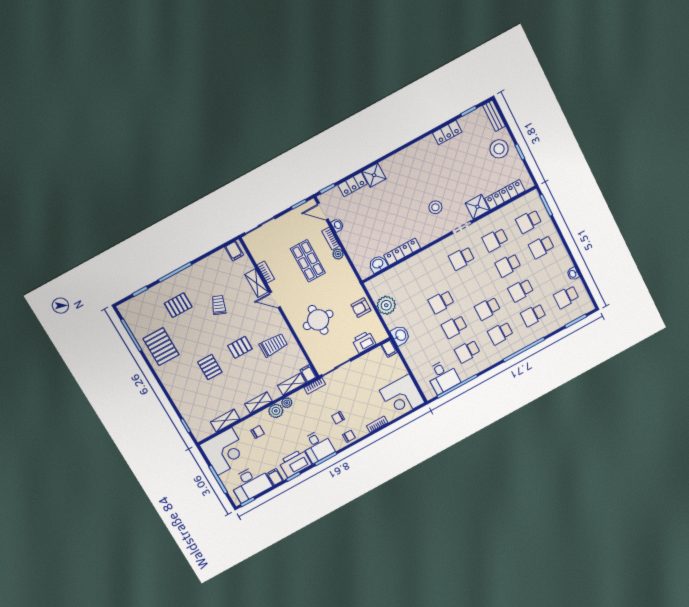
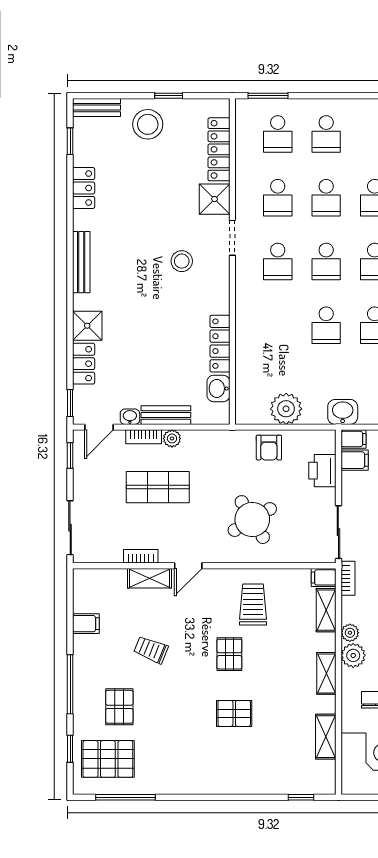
bench: (407, 153) -> (81, 262), added
bench: (349, 244) -> (166, 415), added
filing cabinet: (234, 251) -> (86, 624), moved
school desk: (475, 284) -> (326, 261), added
round table: (318, 320) -> (252, 520), turned -31
pallet: (161, 347) -> (108, 759), moved
filing cabinet: (378, 355) -> (355, 460), added

